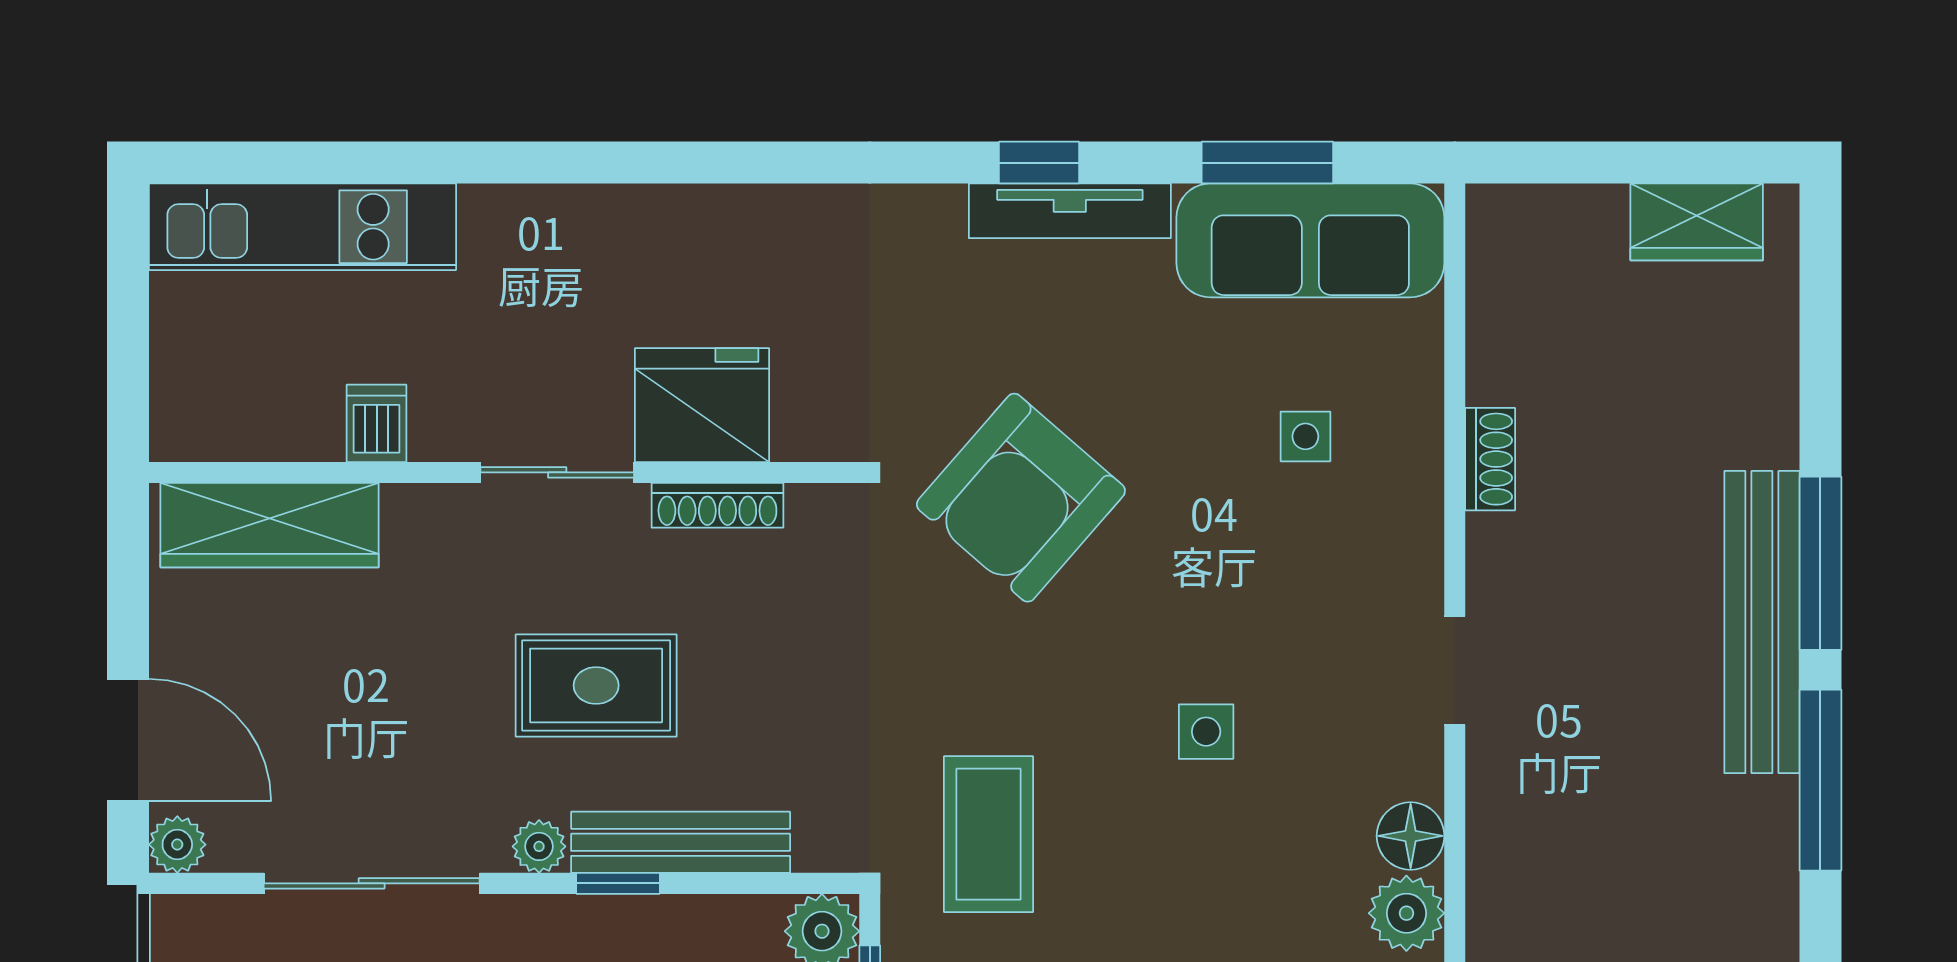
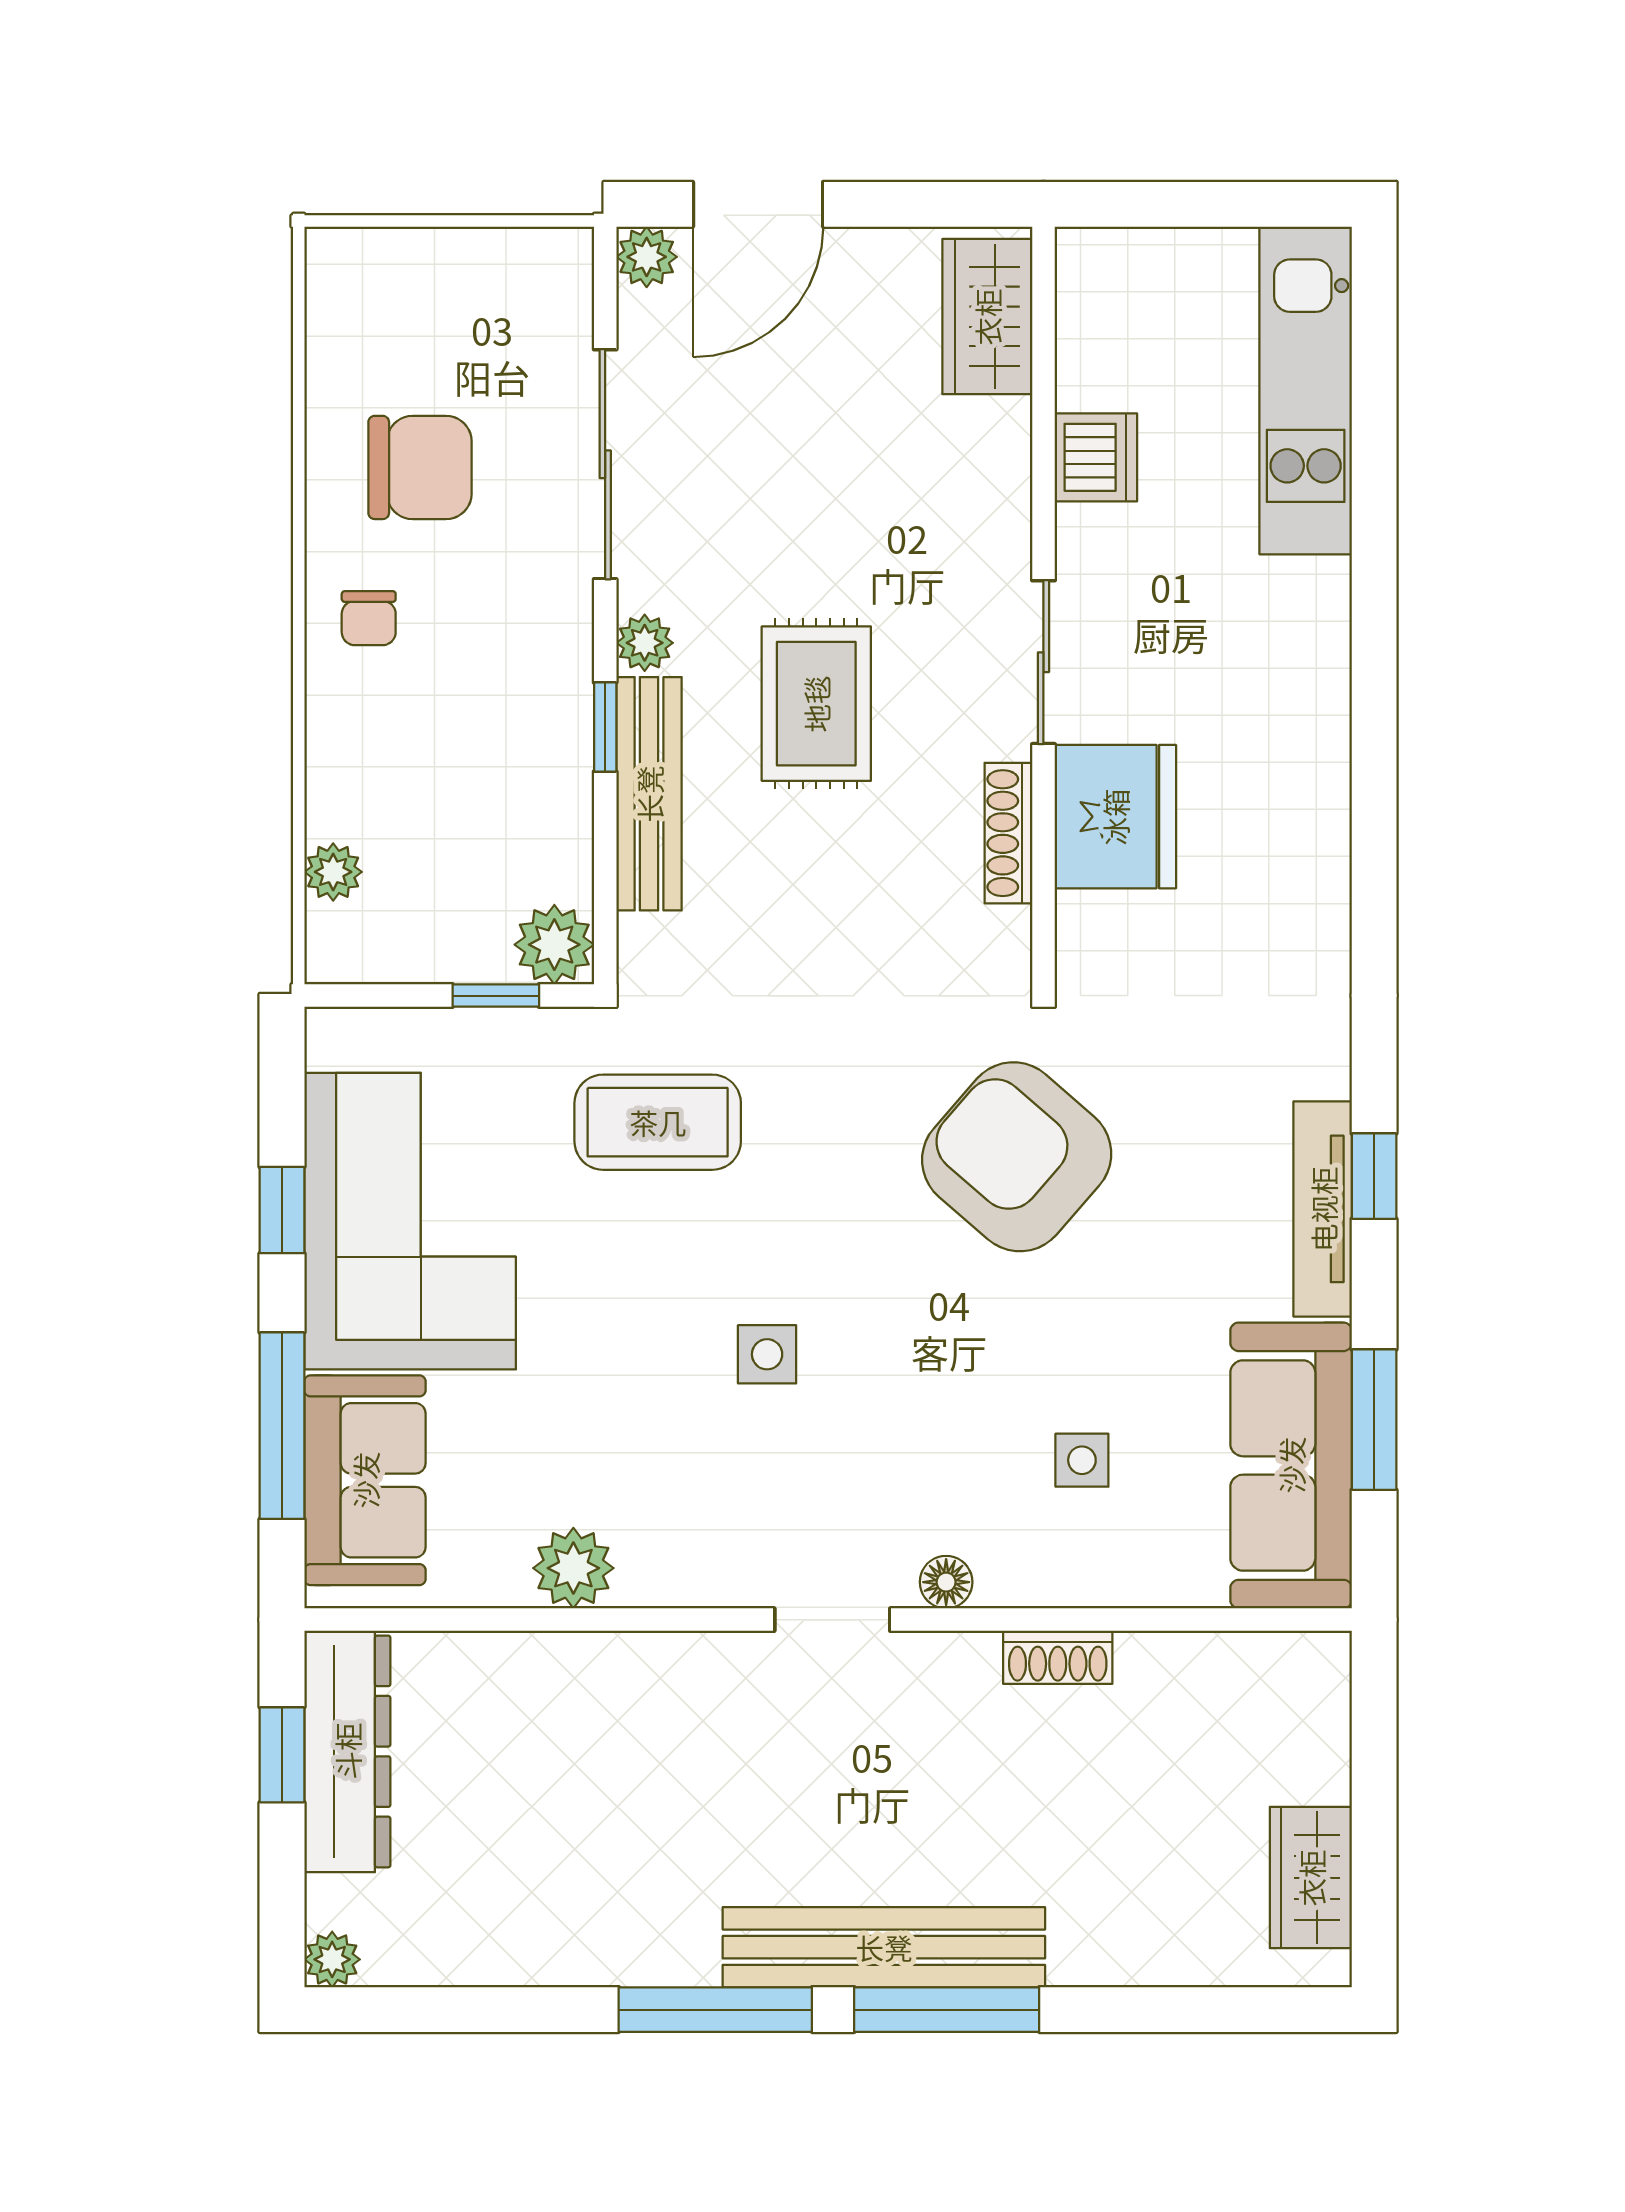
dishwasher: (377, 423) -> (1096, 457), width x1.38
wardrobe: (270, 525) -> (987, 317), width x0.67
floor lamp: (1411, 836) -> (946, 1582), moved, width x0.73, depth x0.73

